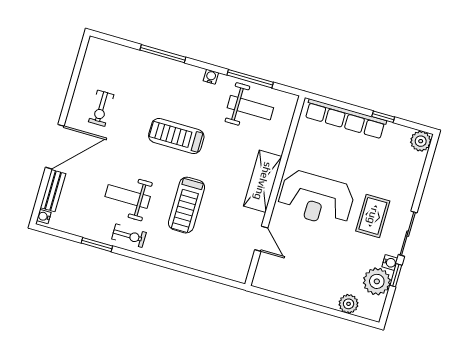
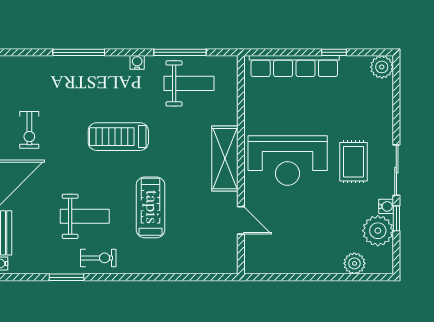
weight bench: (128, 196) -> (85, 216), turned 180
treadmill: (187, 205) -> (151, 207), turned 180

